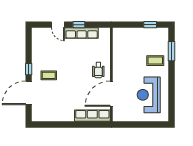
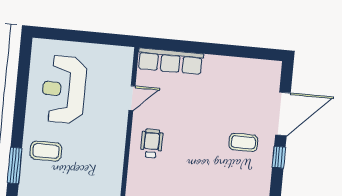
door: (111, 94) -> (132, 98), width x0.53
reception desk: (149, 95) -> (64, 89), turned 180

